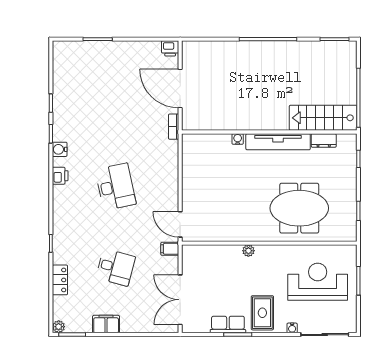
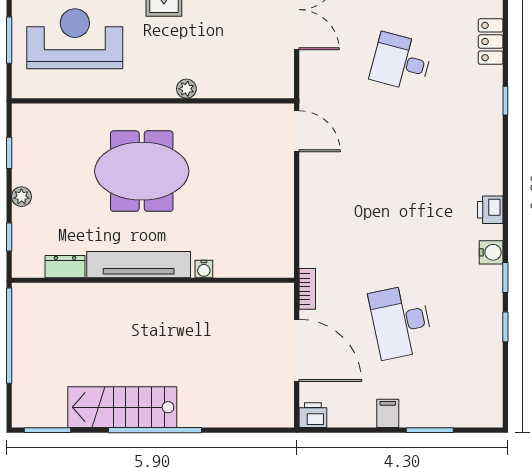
stairs: (323, 118) -> (122, 407), moved, turned 180
plant: (351, 184) -> (21, 197), added
desk: (115, 187) -> (401, 322), moved
meeting table: (299, 208) -> (142, 171), moved
filing cabinet: (170, 249) -> (388, 413), moved, turned -90
reception desk: (318, 282) -> (75, 39), turned 180

